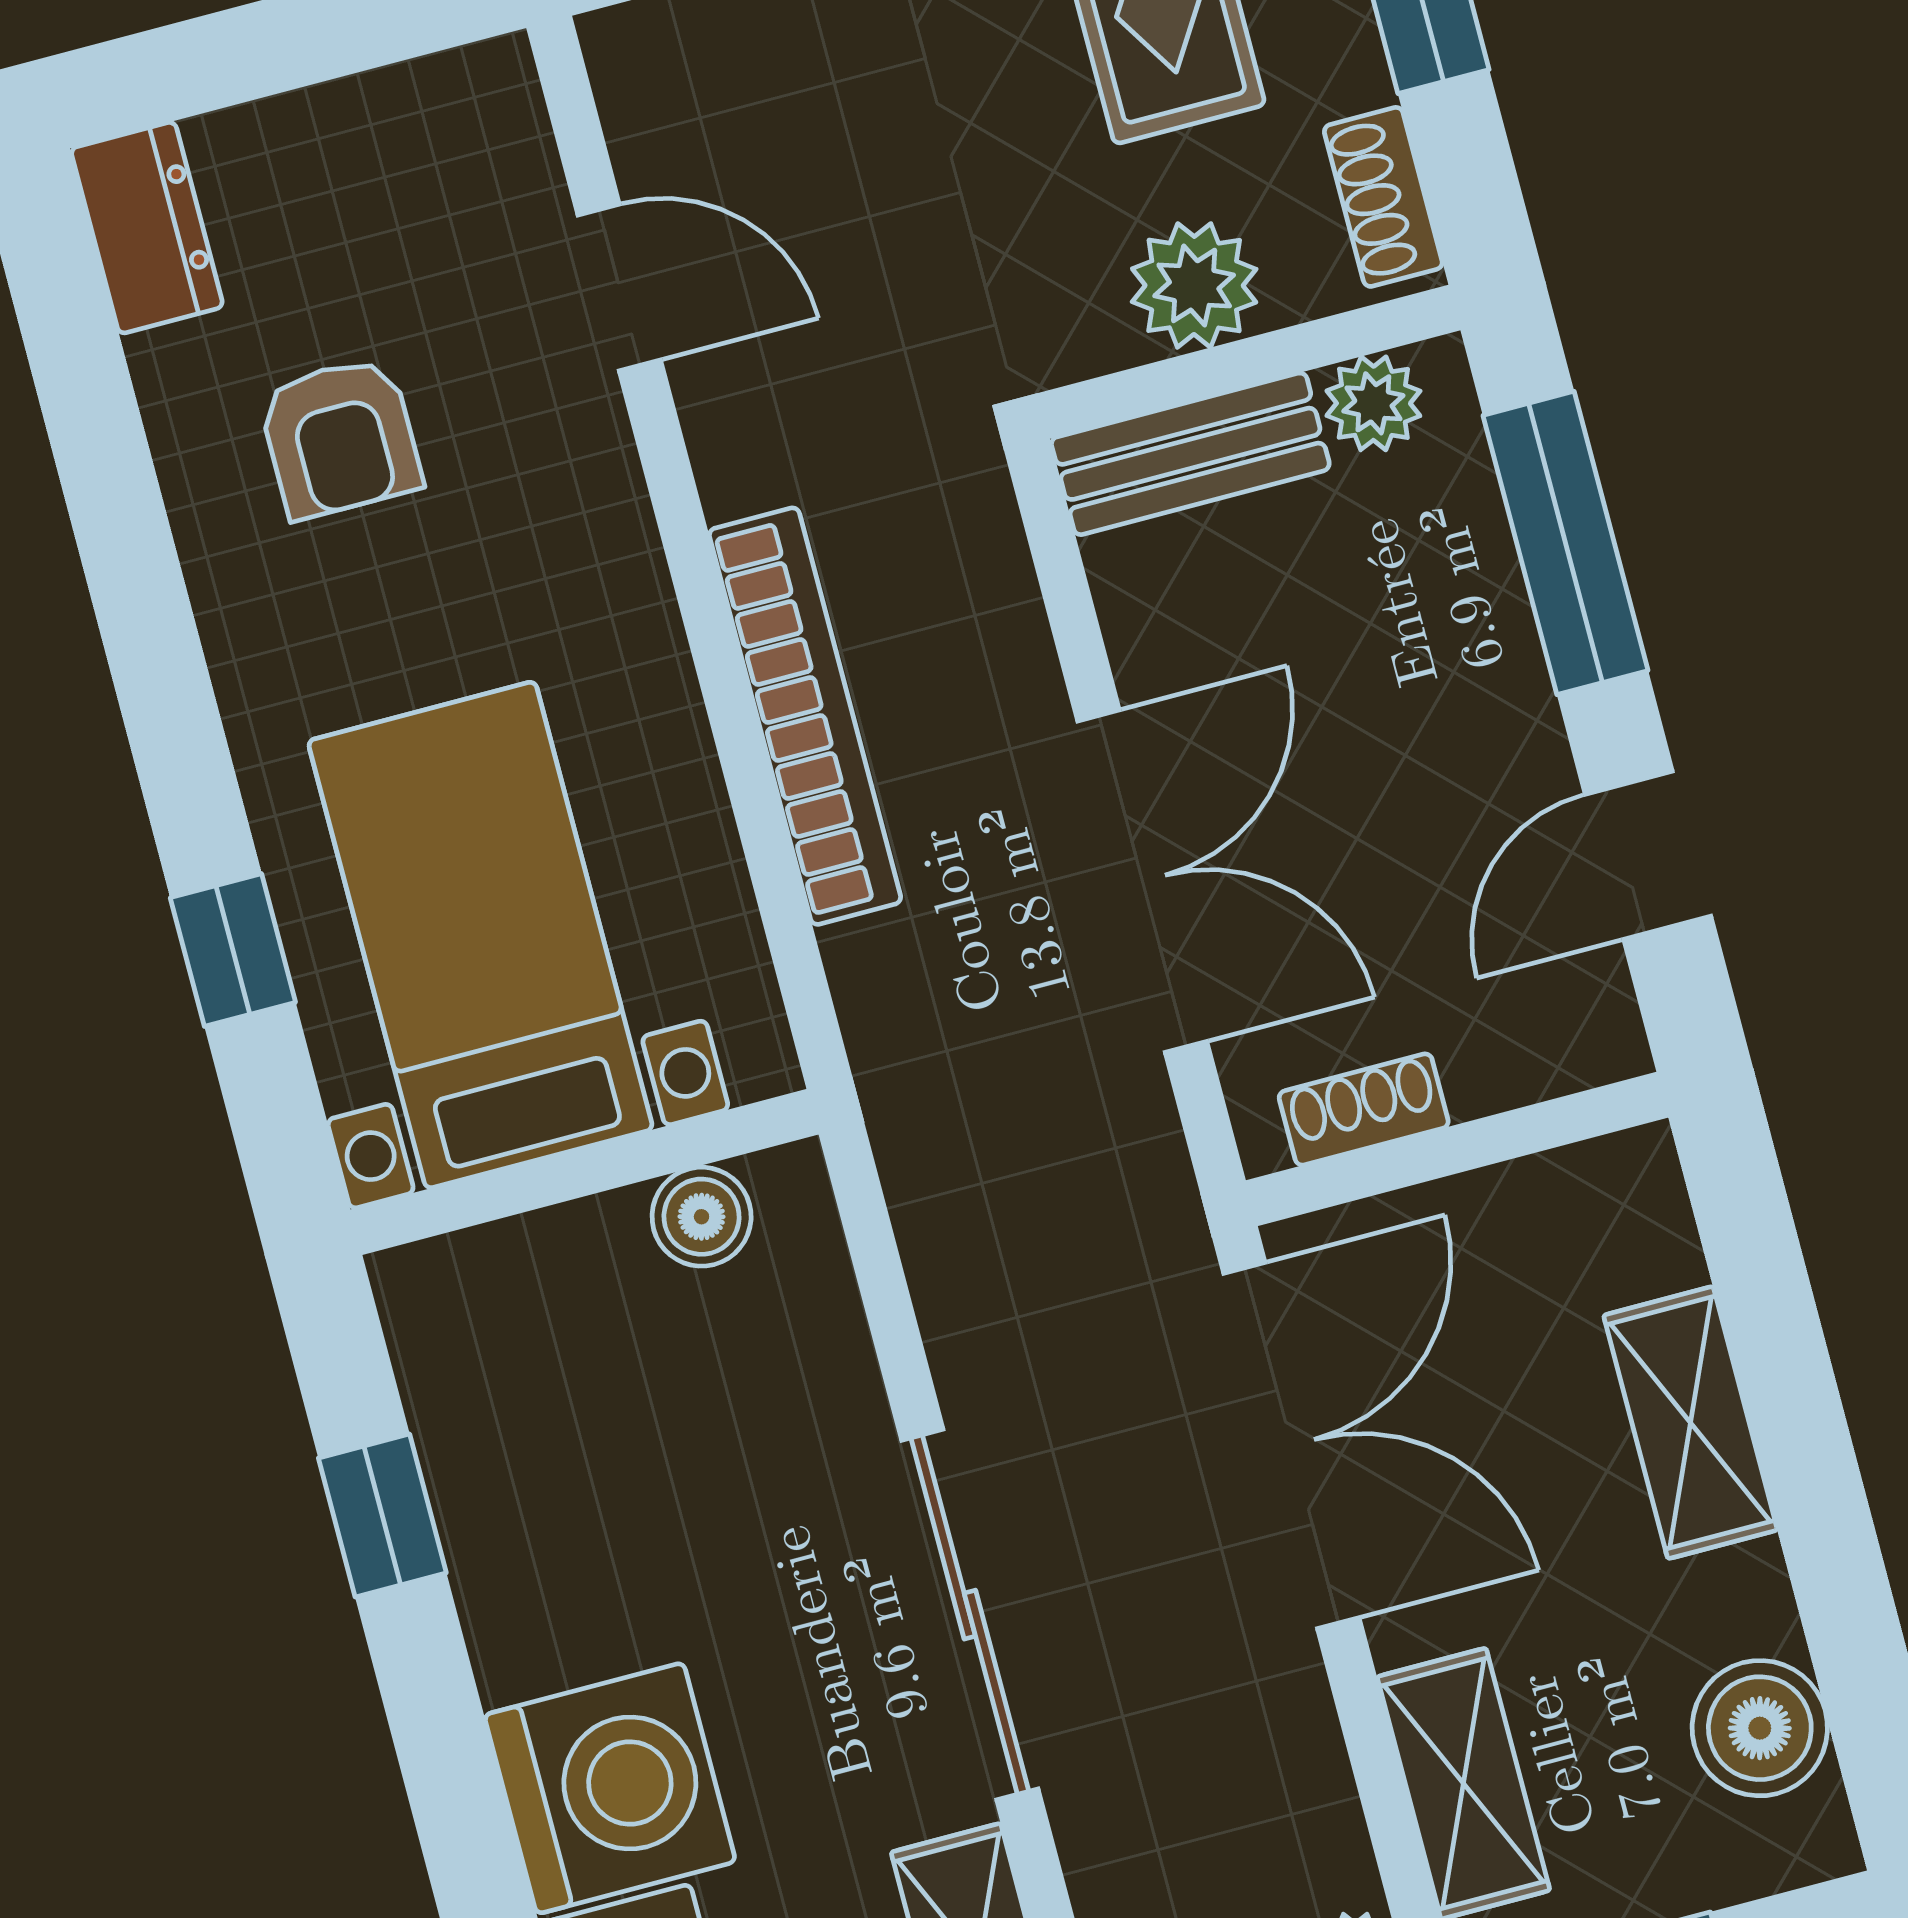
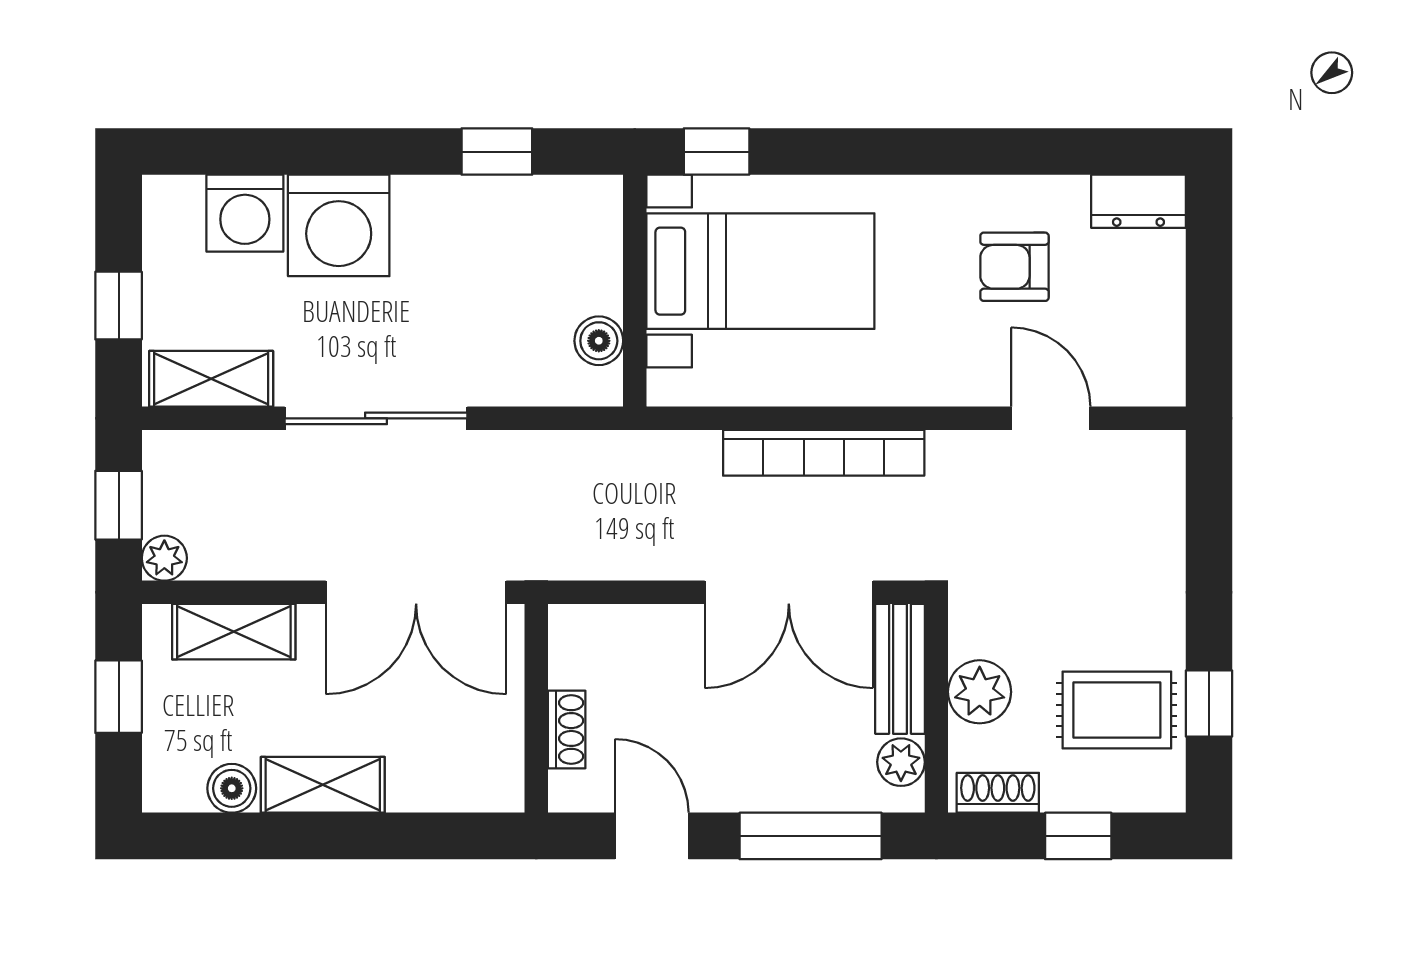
door: (619, 287) -> (1051, 418), swing flipped
double door: (1142, 881) -> (789, 592), moved
window: (233, 950) -> (717, 152), moved
shoe rack: (1364, 1109) -> (567, 730), moved
shelving: (1690, 1423) -> (323, 785), moved
boiler: (1760, 1728) -> (232, 788), width x0.73, depth x0.73

